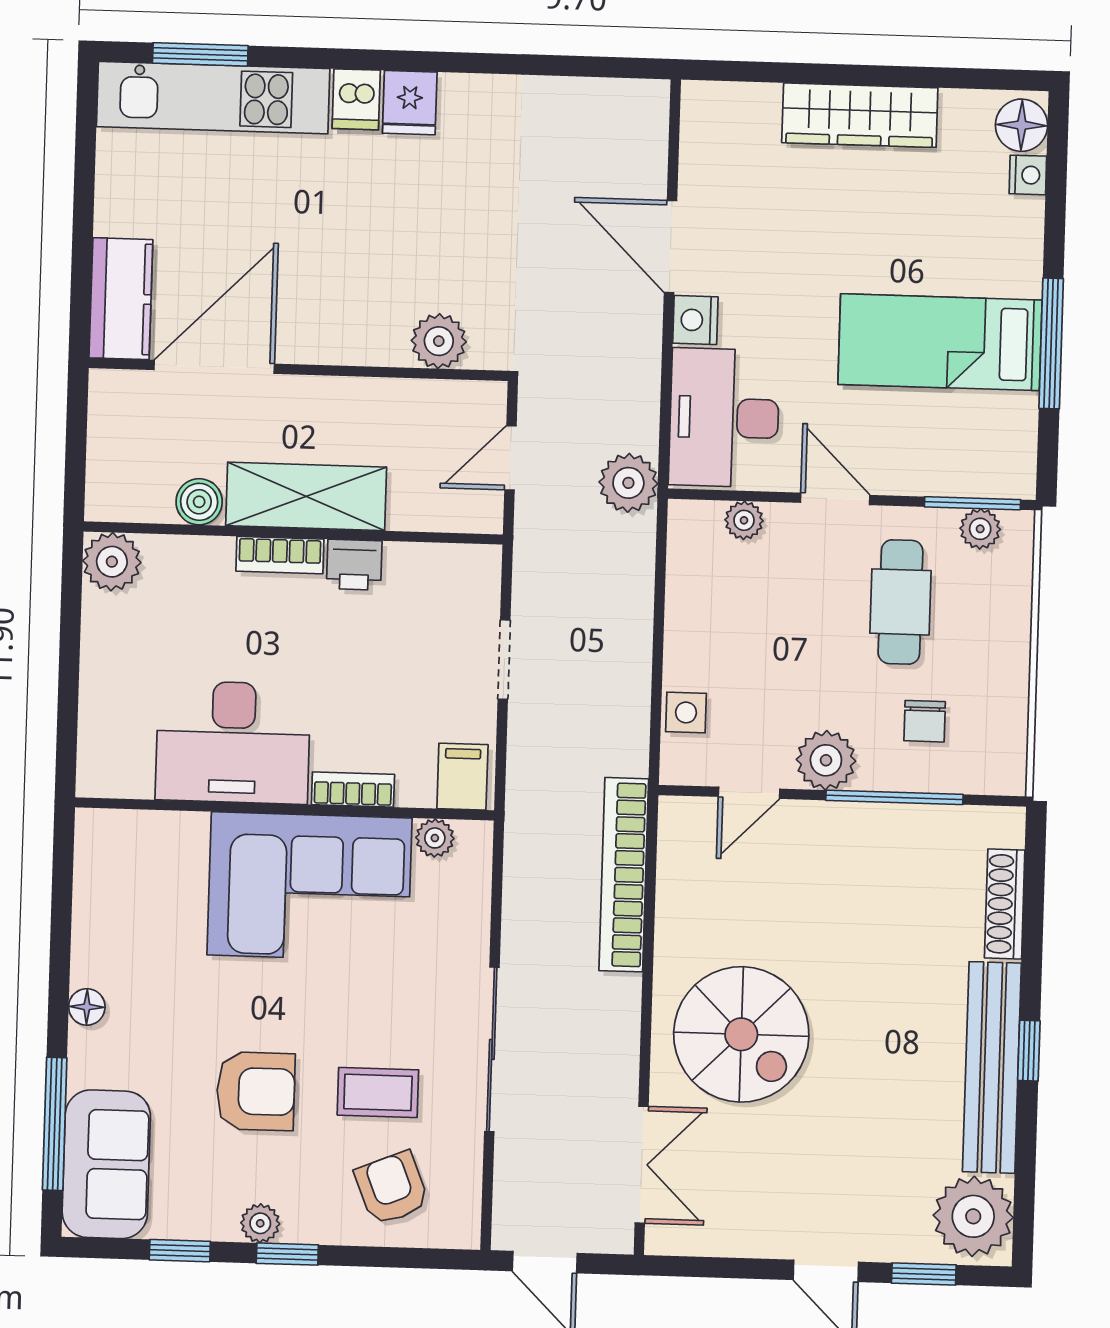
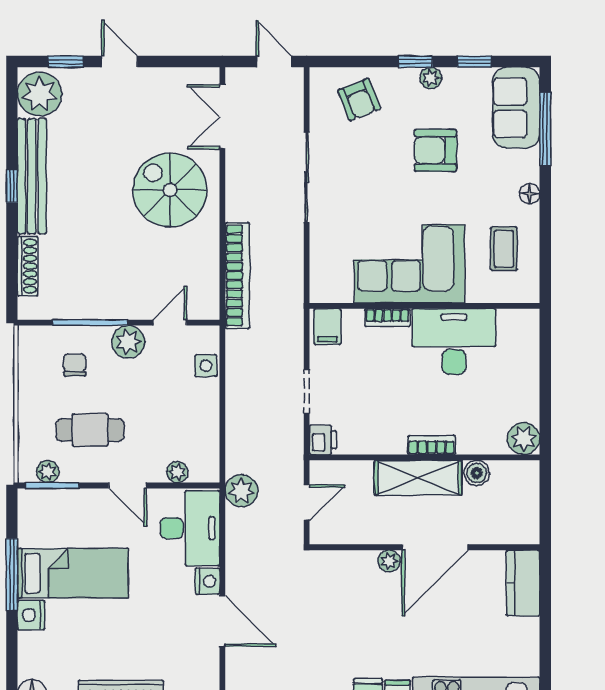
nightstand: (1028, 175) -> (31, 615), moved, width x1.39, depth x1.35
plant: (439, 341) -> (389, 561), moved, width x0.73, depth x0.73
door: (214, 367) -> (435, 547), moved
printer: (354, 565) -> (323, 440), moved, turned 90
cafe table: (900, 602) -> (90, 430), turned 90
plant: (435, 838) -> (342, 292), removed
coffee table: (378, 1092) -> (504, 249), moved, turned 90

